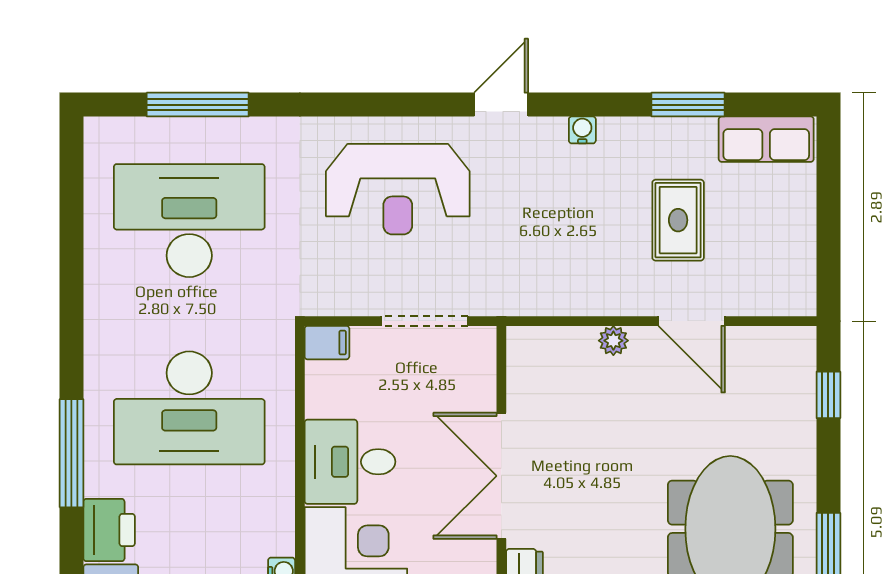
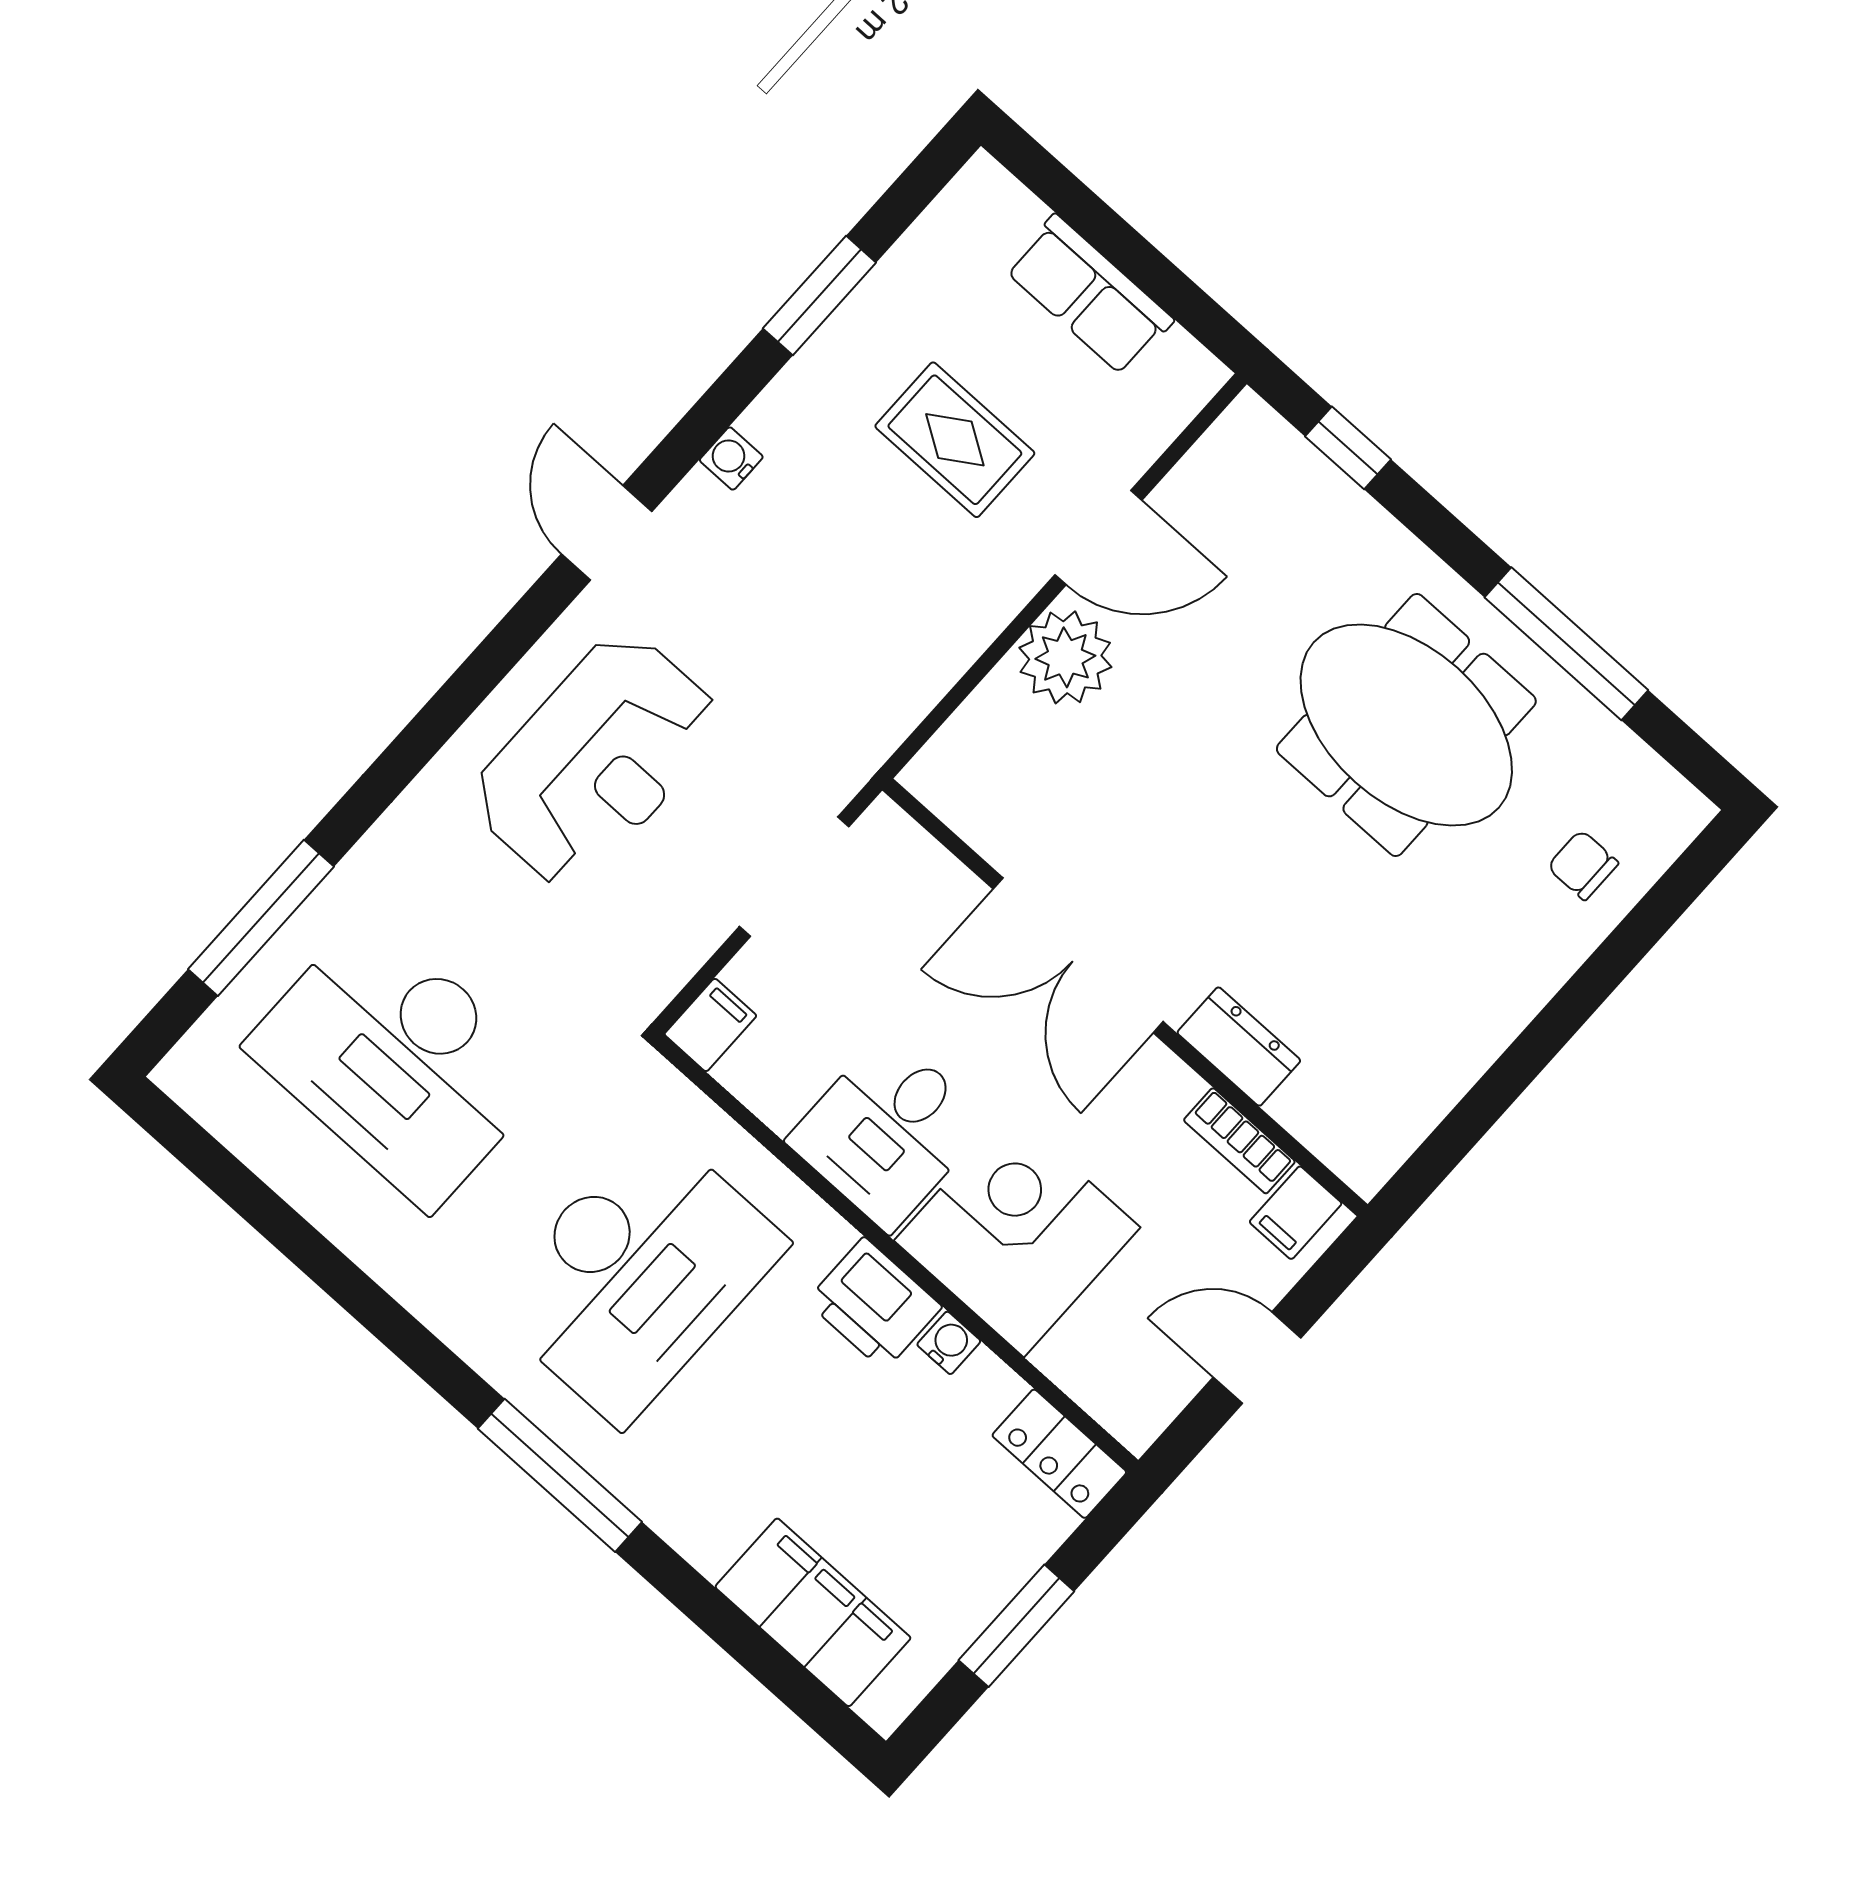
row of seats: (766, 139) -> (1089, 295), moved, turned 90
desk: (189, 221) -> (399, 1061), turned -90
plant: (613, 341) -> (1065, 657), width x1.88, depth x1.88
printer: (109, 530) -> (874, 1304), moved, turned 180

